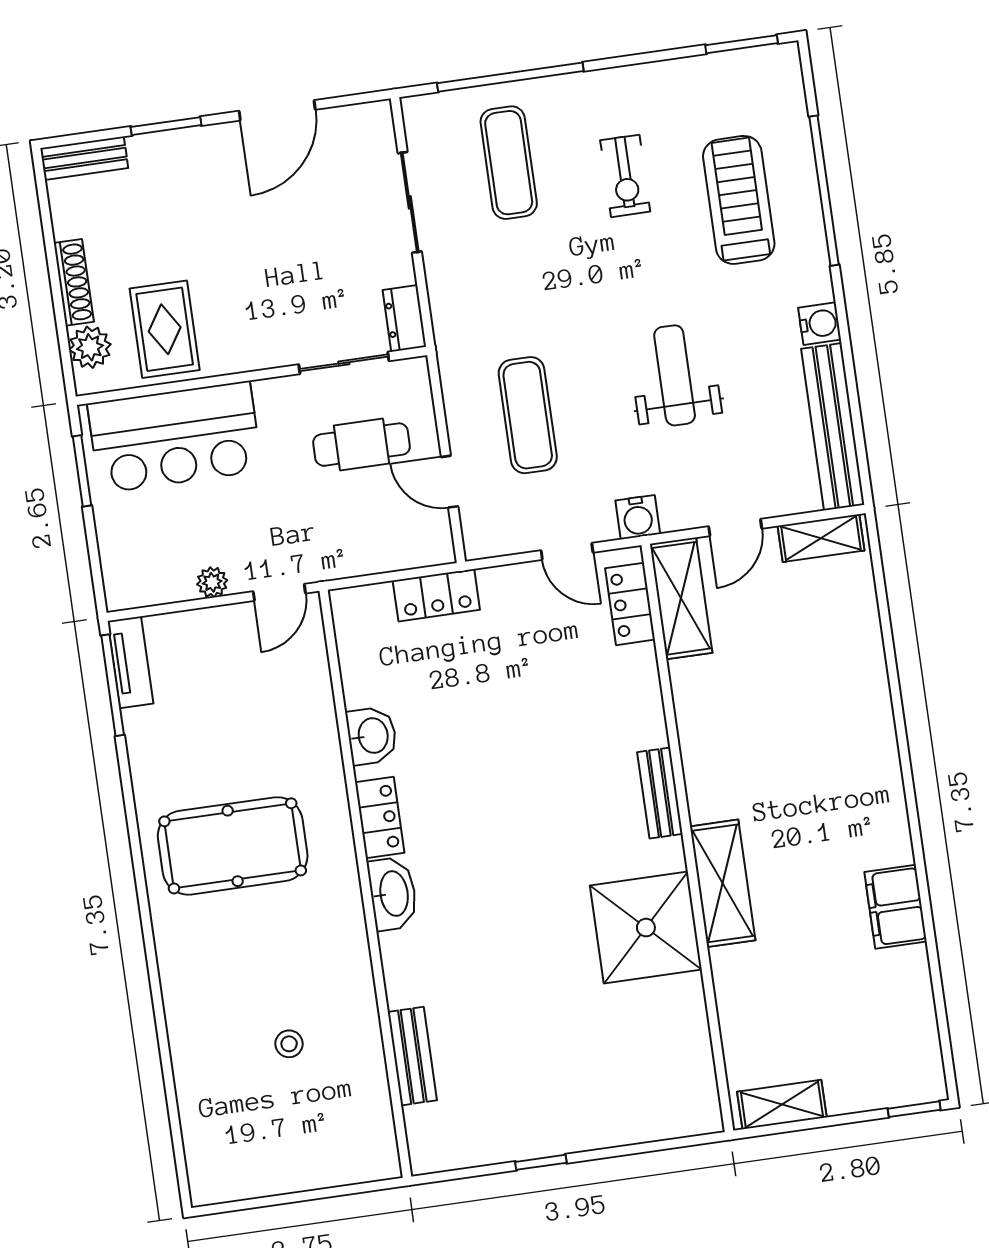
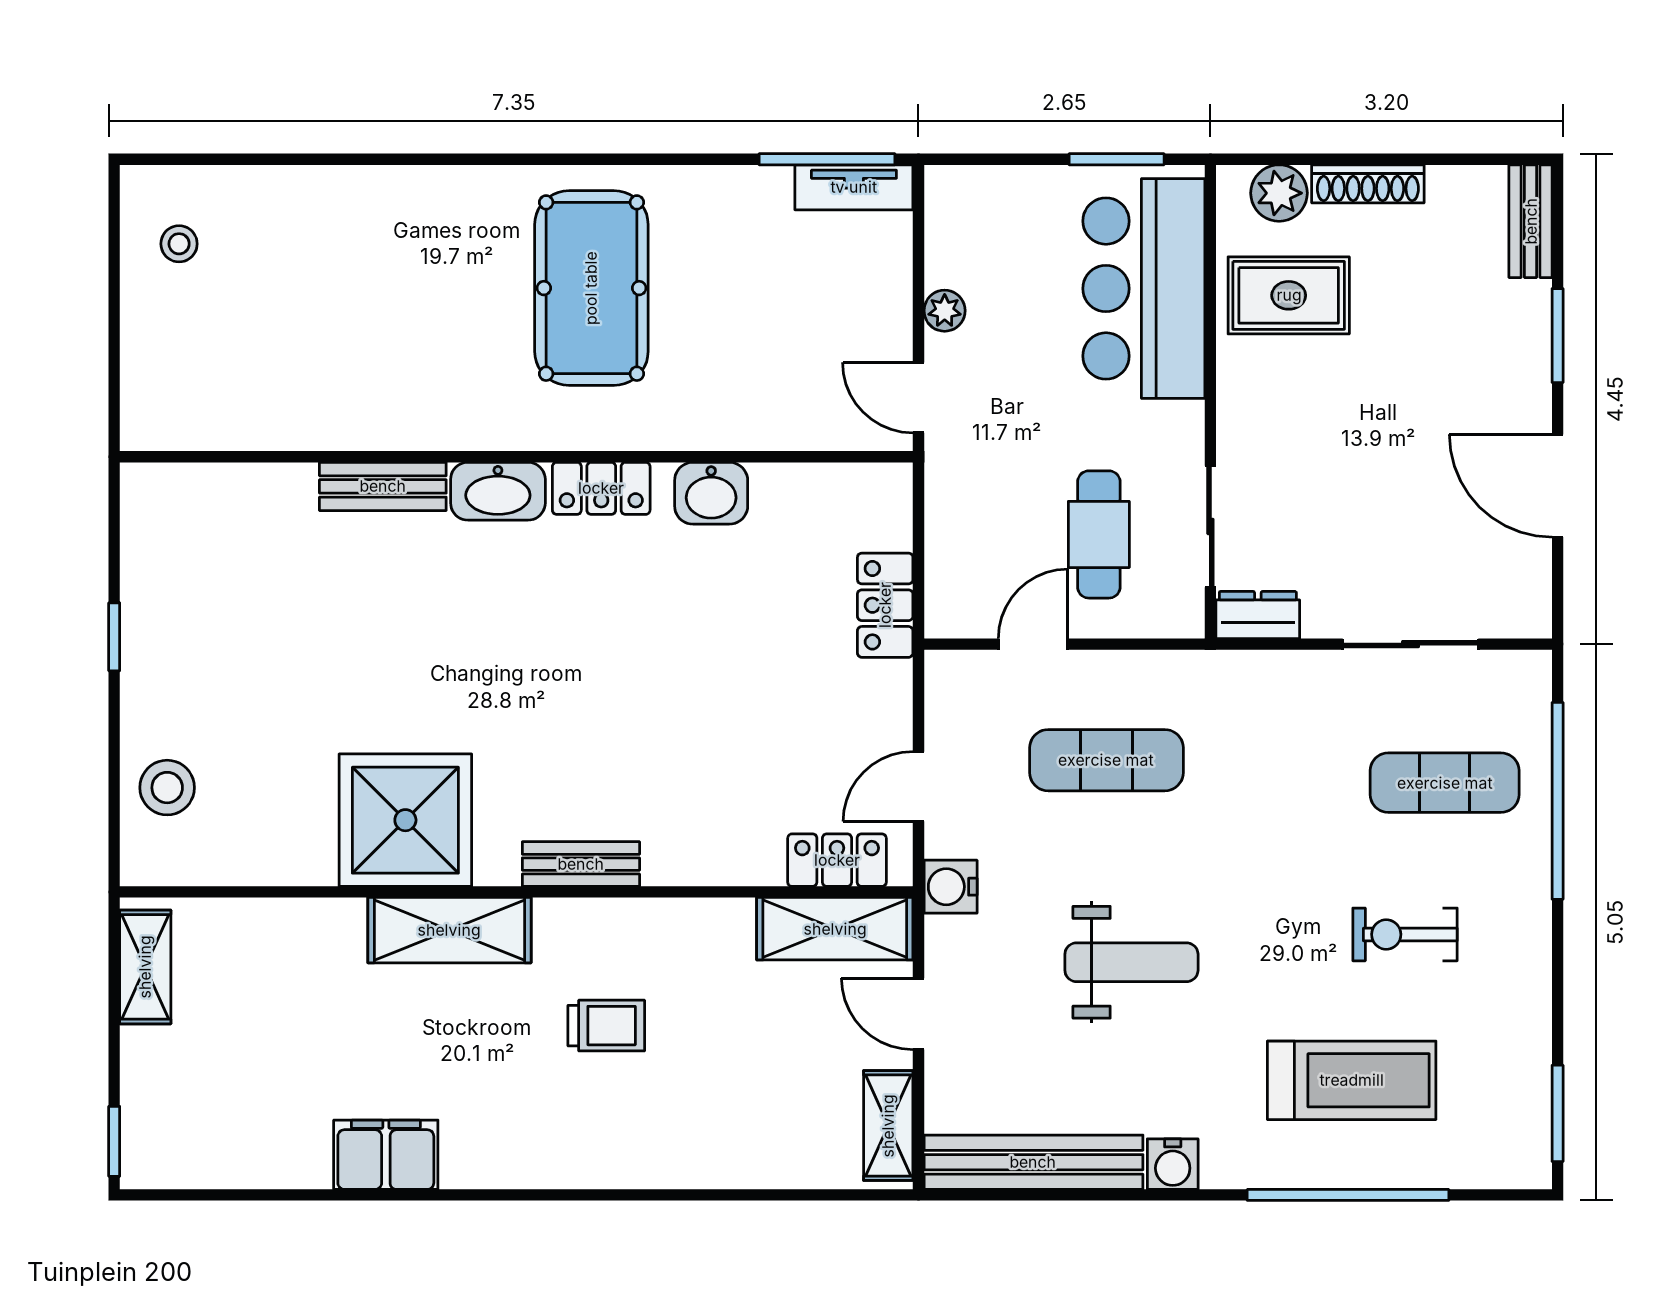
trolley: (777, 757) -> (606, 1026), added
stool: (289, 1044) -> (179, 244), moved
bench: (412, 1056) -> (383, 486), moved
stool: (647, 1107) -> (167, 788), added

